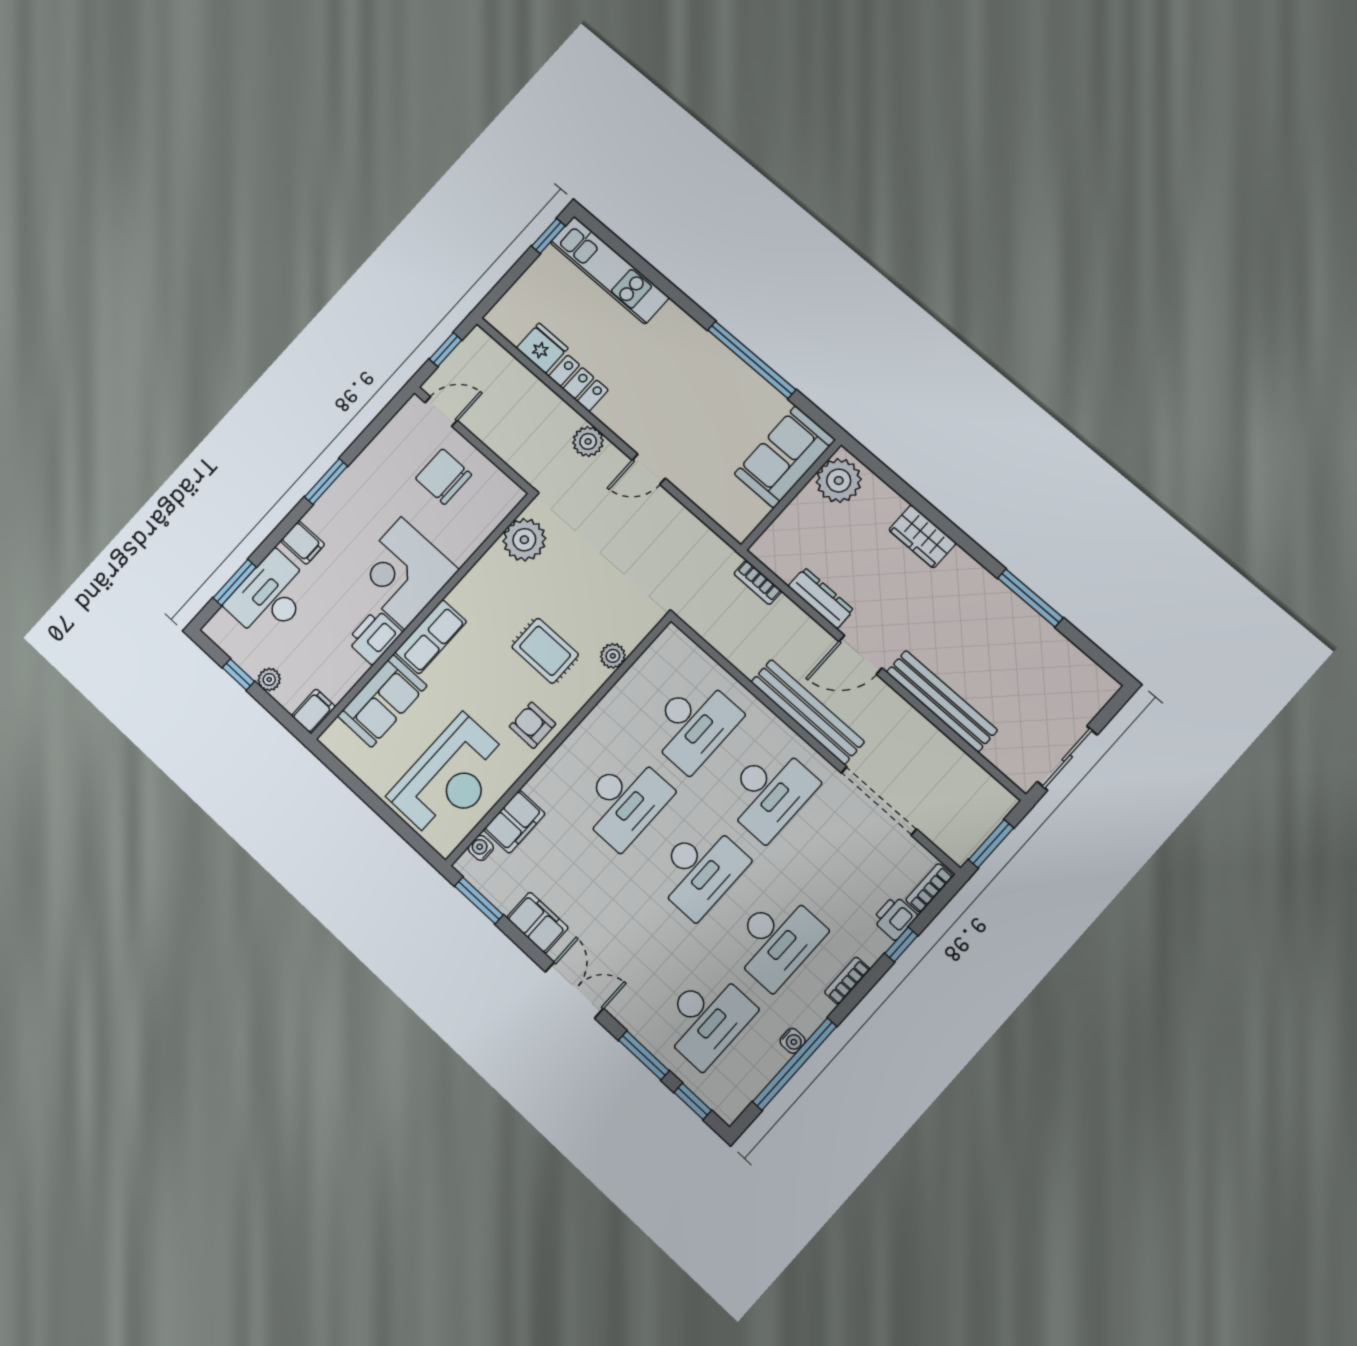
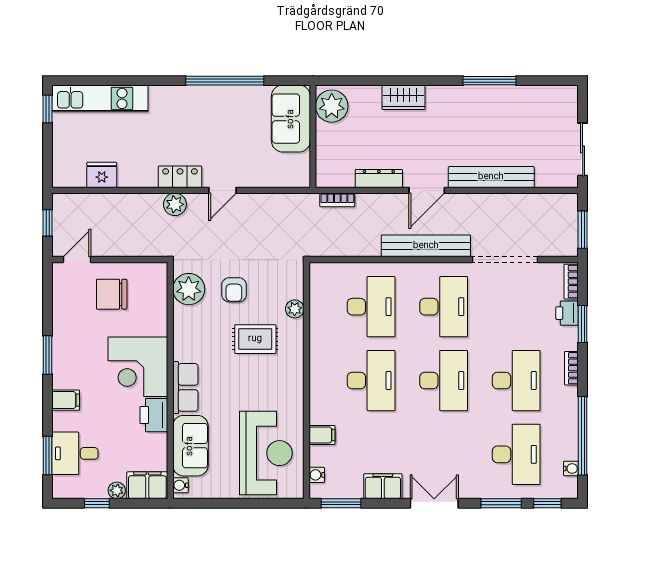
locker: (578, 383) -> (180, 177), moved
desk: (270, 596) -> (75, 453), width x0.73
filing cabinet: (313, 711) -> (147, 485), width x2.00
armchair: (533, 725) -> (234, 290), moved, turned -90
water cooler: (336, 732) -> (180, 485), added
filing cabinet: (514, 822) -> (322, 435), width x0.50
window: (901, 944) -> (583, 324), width x1.50
water cooler: (793, 1041) -> (571, 469), moved

